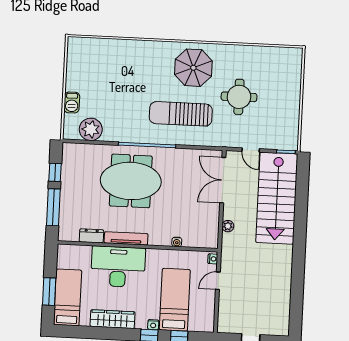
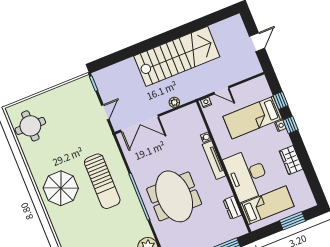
round table: (239, 97) -> (30, 126), moved
stairs: (277, 198) -> (177, 56), moved
tv unit: (126, 238) -> (214, 160), moved
bed: (68, 297) -> (267, 205), moved, turned 180
wardrobe: (113, 319) -> (291, 160), width x0.67

